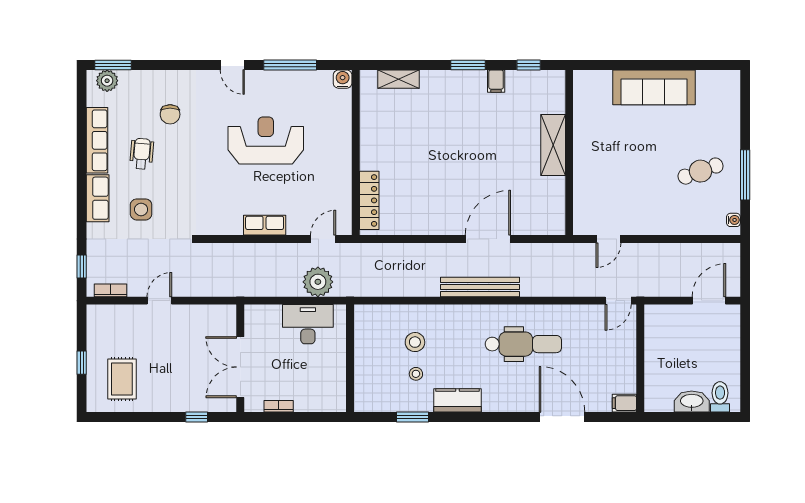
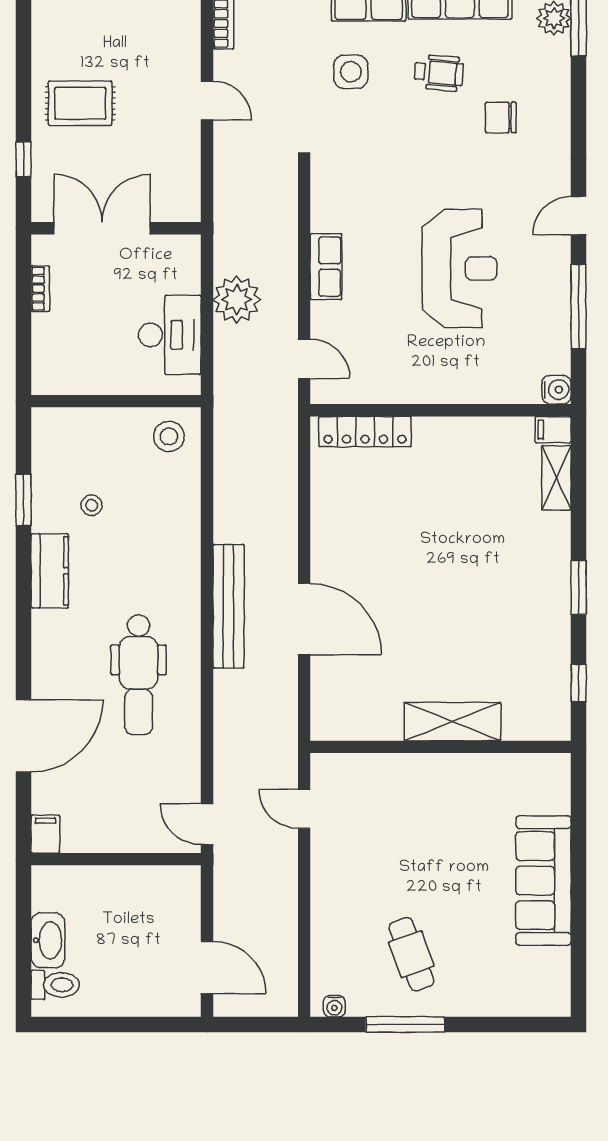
filing cabinet: (496, 81) -> (553, 430), moved
plant: (318, 282) -> (237, 299), moved
stool: (415, 342) -> (169, 437), moved
rug: (122, 379) -> (80, 103), moved

